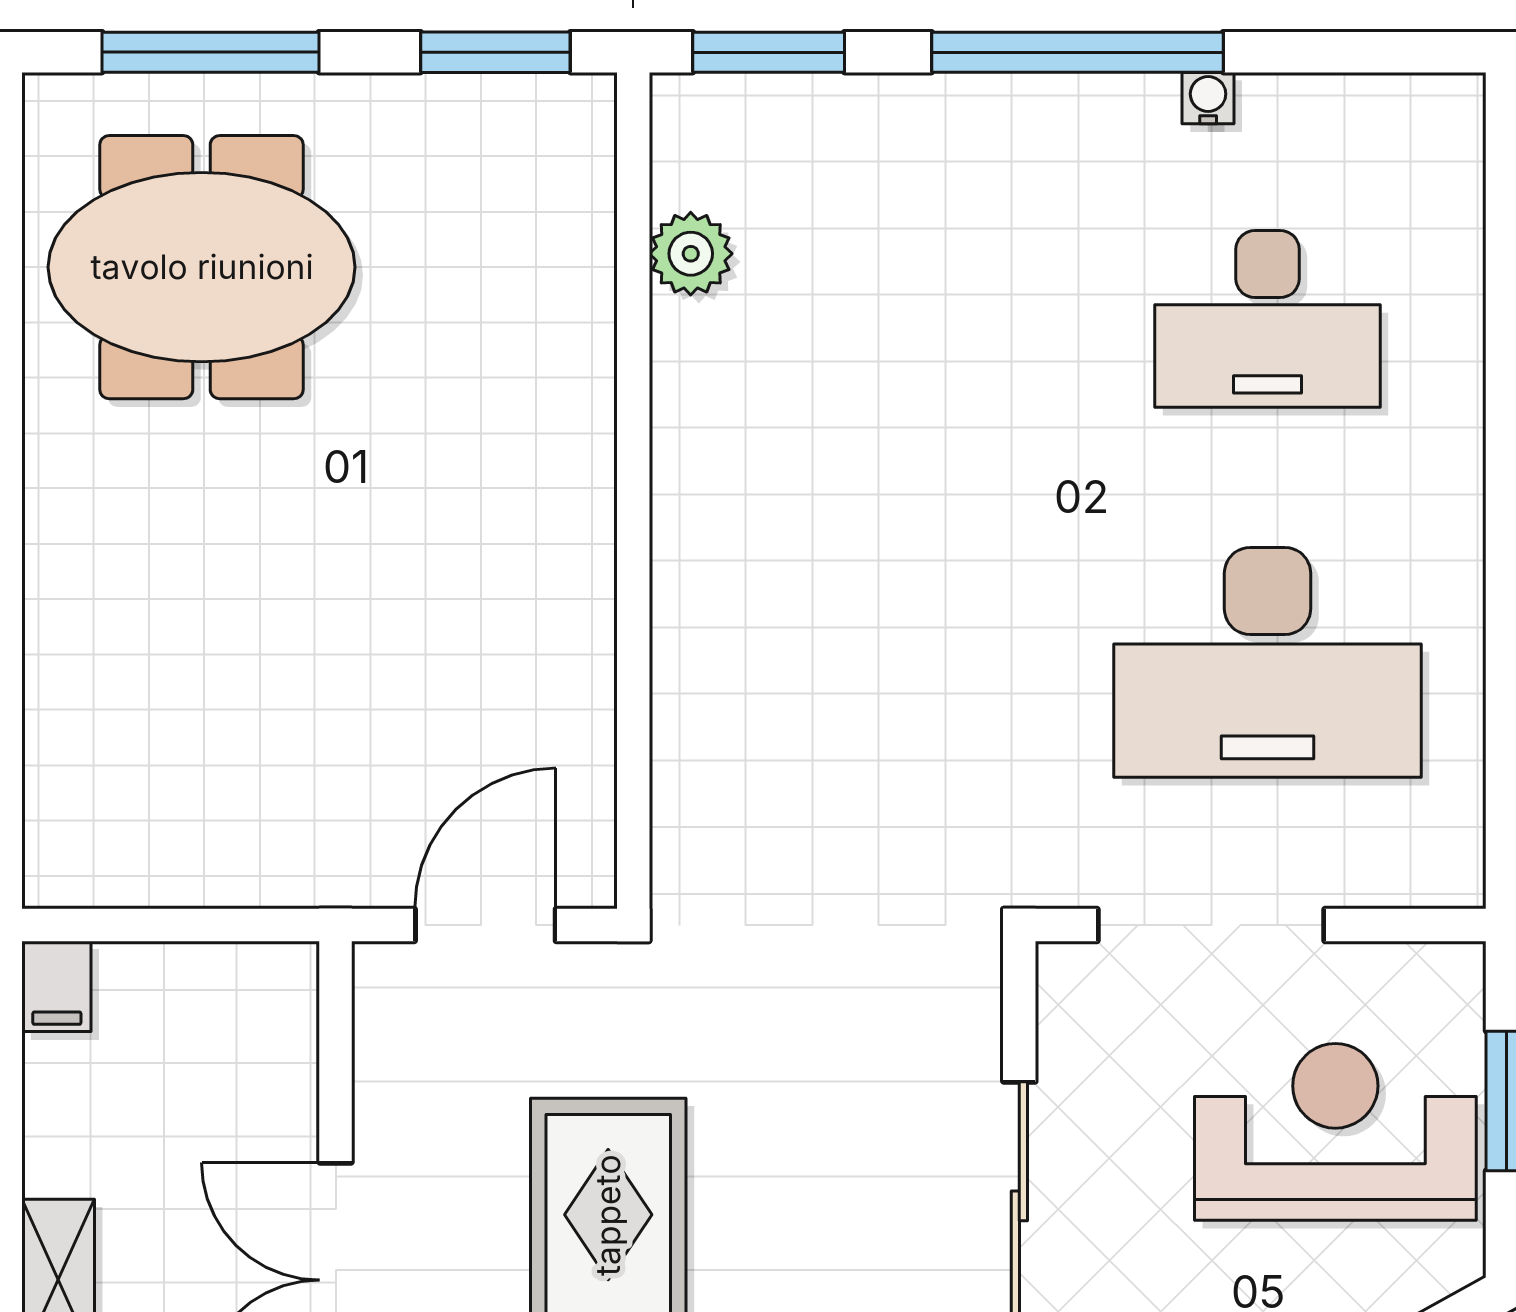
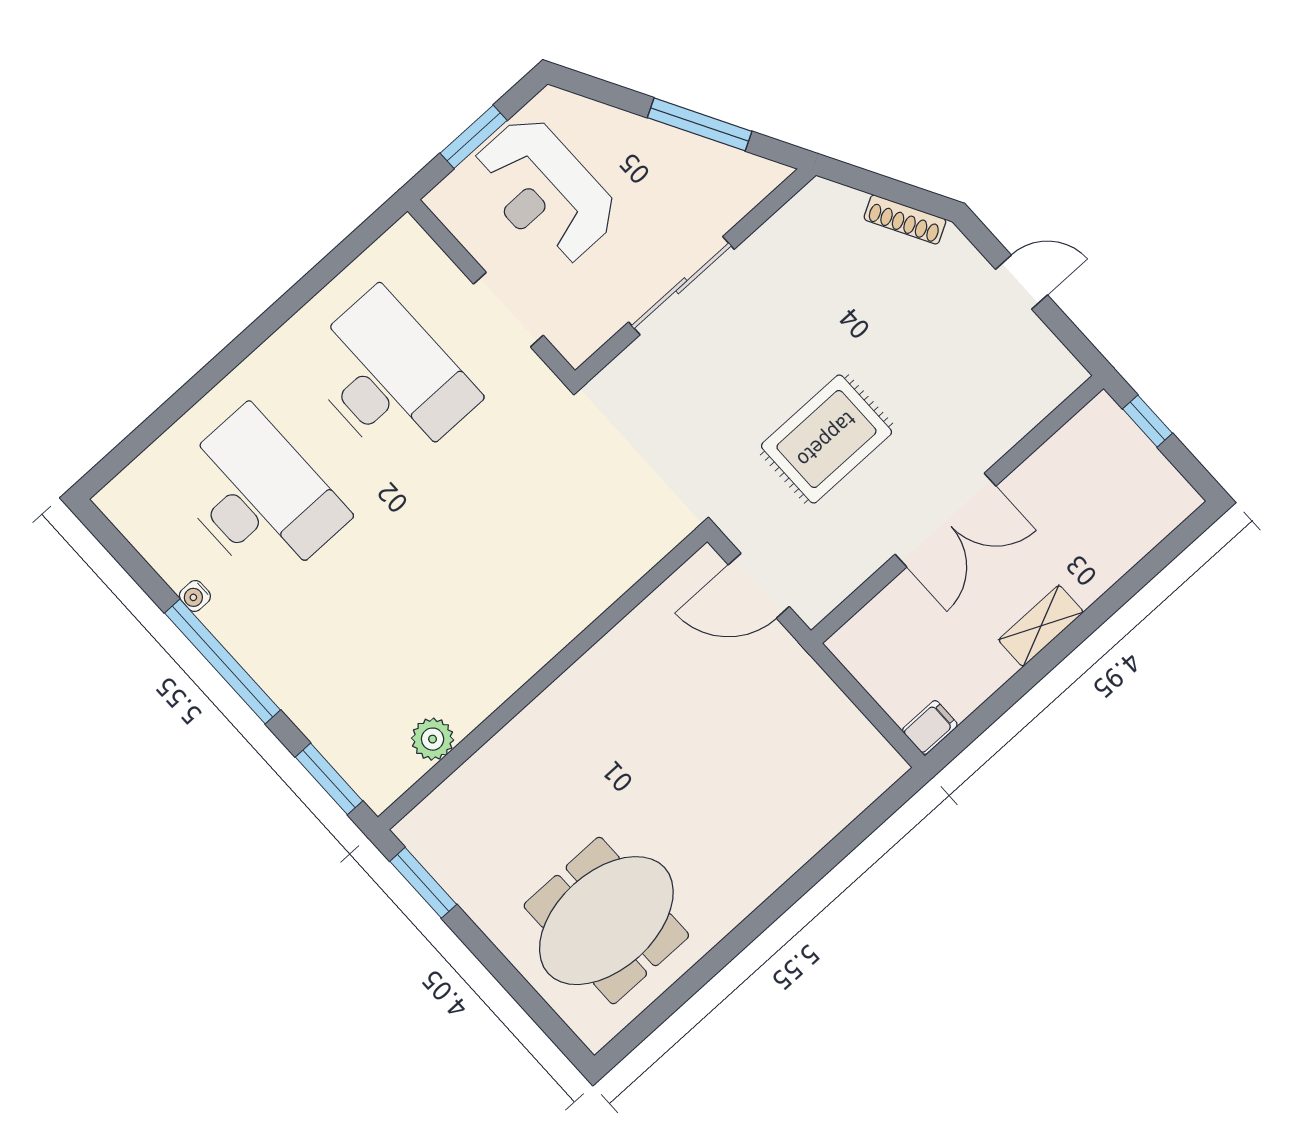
window: (211, 52) -> (521, 991), removed
meeting table: (202, 267) -> (606, 921), turned 90
desk: (1268, 319) -> (258, 497), width x1.36, depth x1.30
doorway: (1211, 925) -> (508, 310), width x0.73

